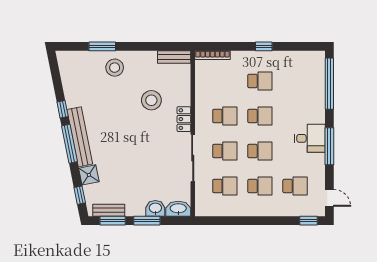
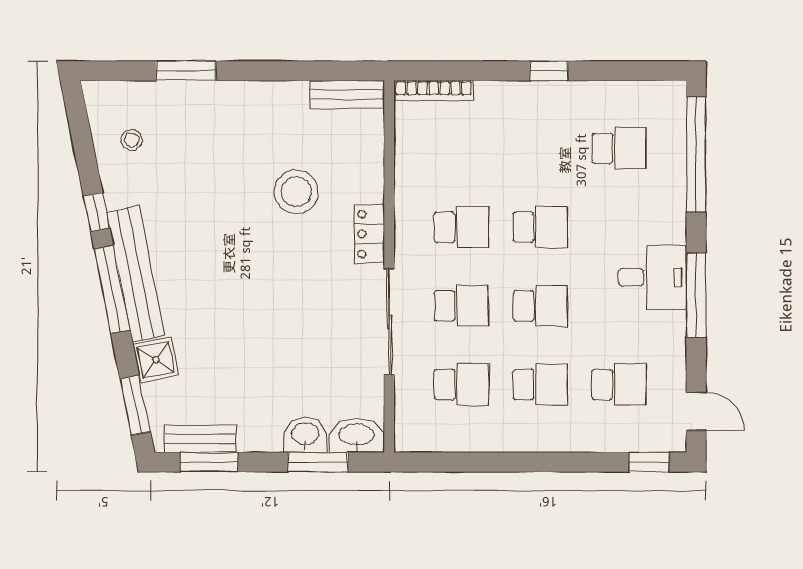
stool: (115, 68) -> (132, 140), moved, width x0.53, depth x0.53
school desk: (260, 81) -> (619, 148), moved
window: (80, 195) -> (135, 405), width x1.50
window: (147, 221) -> (318, 462), moved

